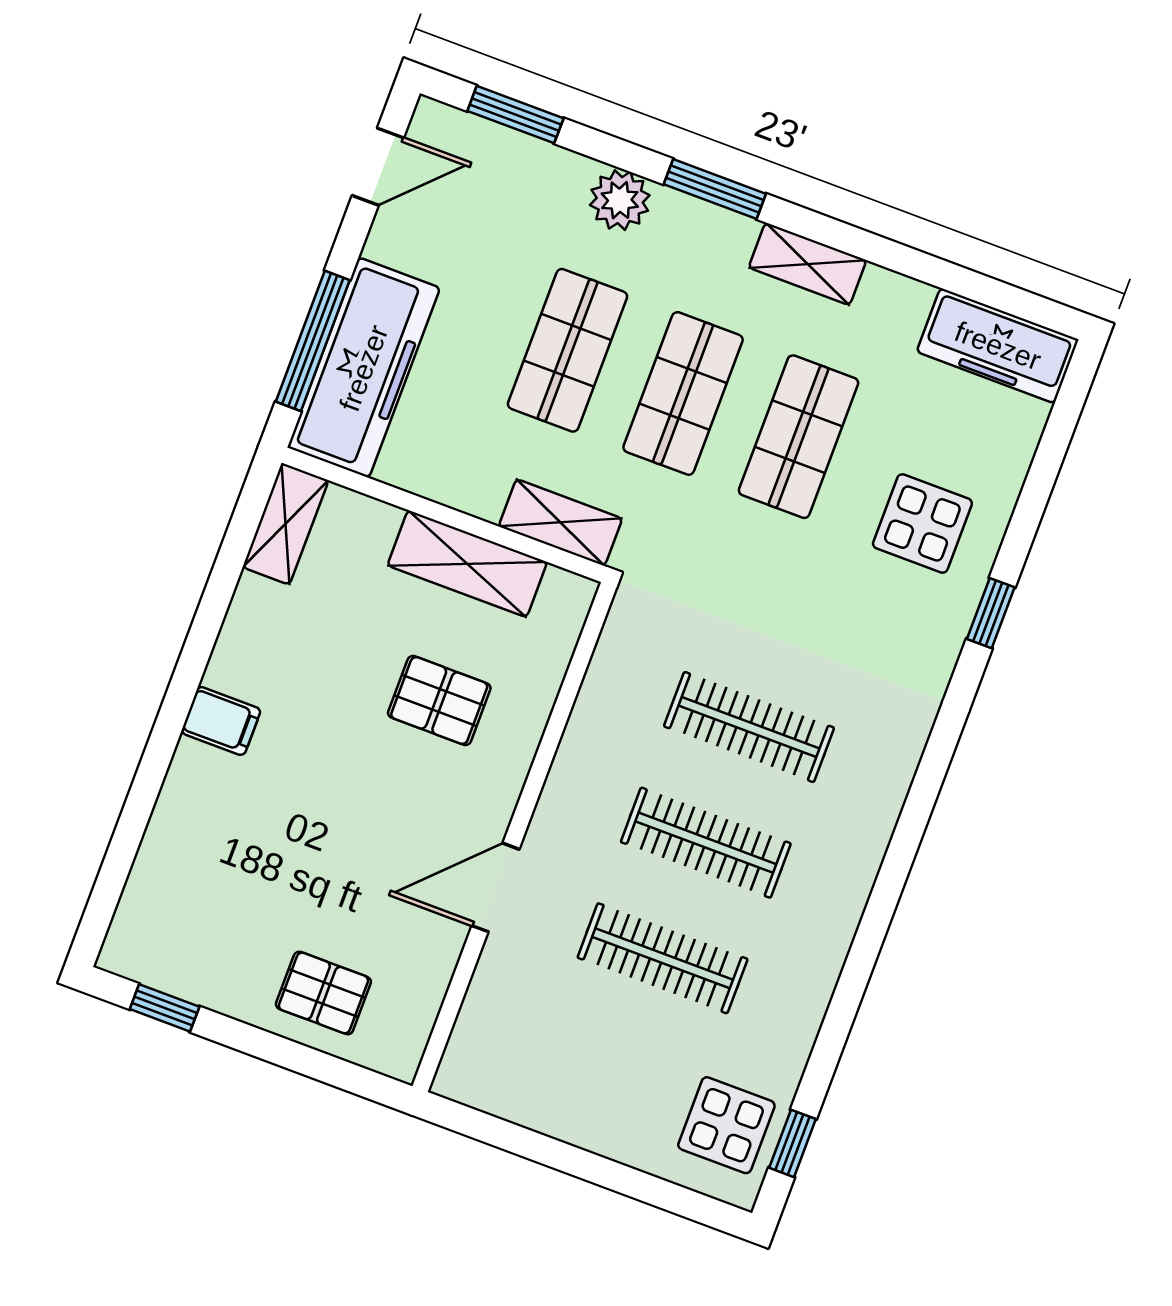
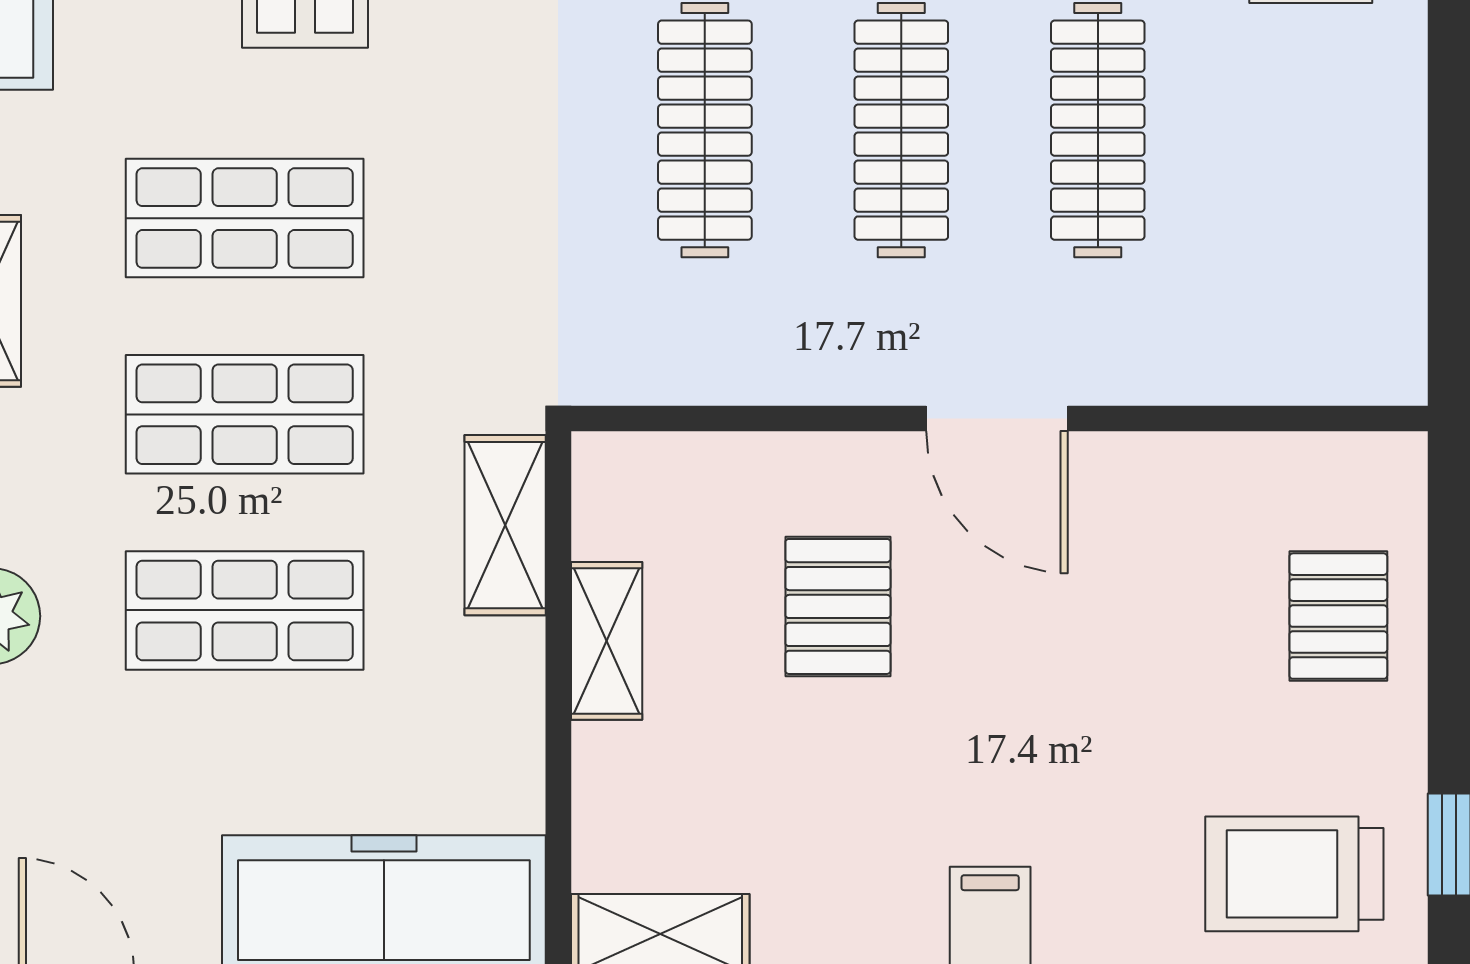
shelving: (467, 564) -> (607, 641), width x0.67, depth x0.75
door: (495, 887) -> (997, 418), moved
trolley: (181, 910) -> (1294, 874), added

